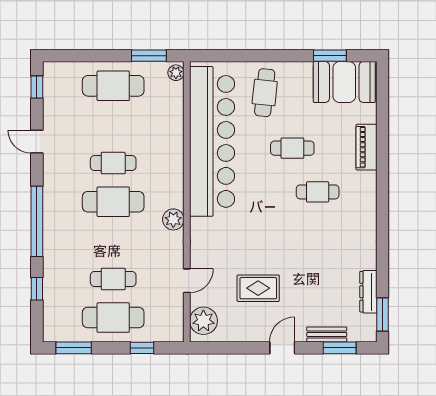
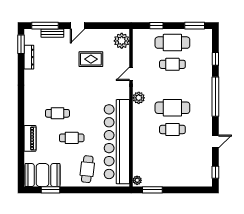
cafe table: (113, 86) -> (172, 173), removed
door: (37, 142) -> (215, 142), hinge flipped
door: (187, 281) -> (131, 74), moved
window: (340, 348) -> (45, 26), width x1.44

